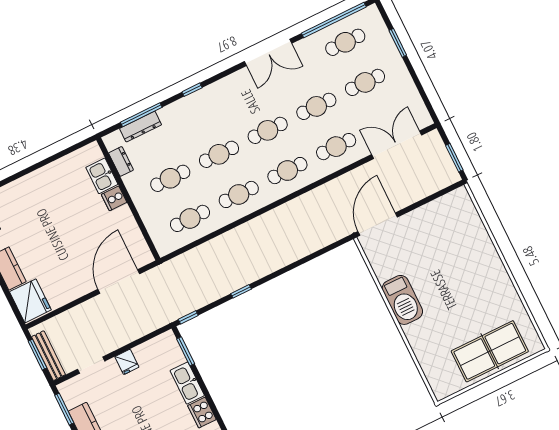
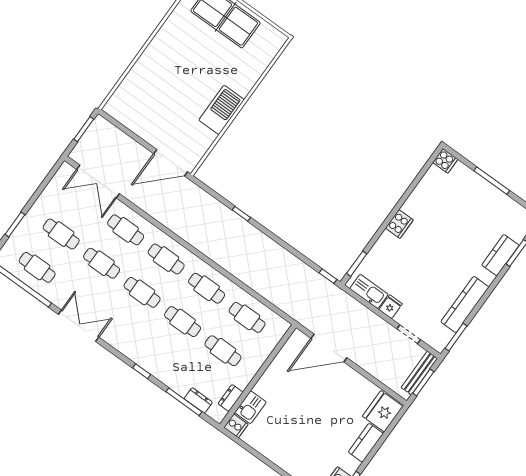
dresser: (141, 127) -> (198, 400), width x0.70
cooker: (114, 198) -> (236, 426), moved
window: (241, 291) -> (241, 214), moved
kitchen sink: (187, 383) -> (369, 291), moved, turned -90

